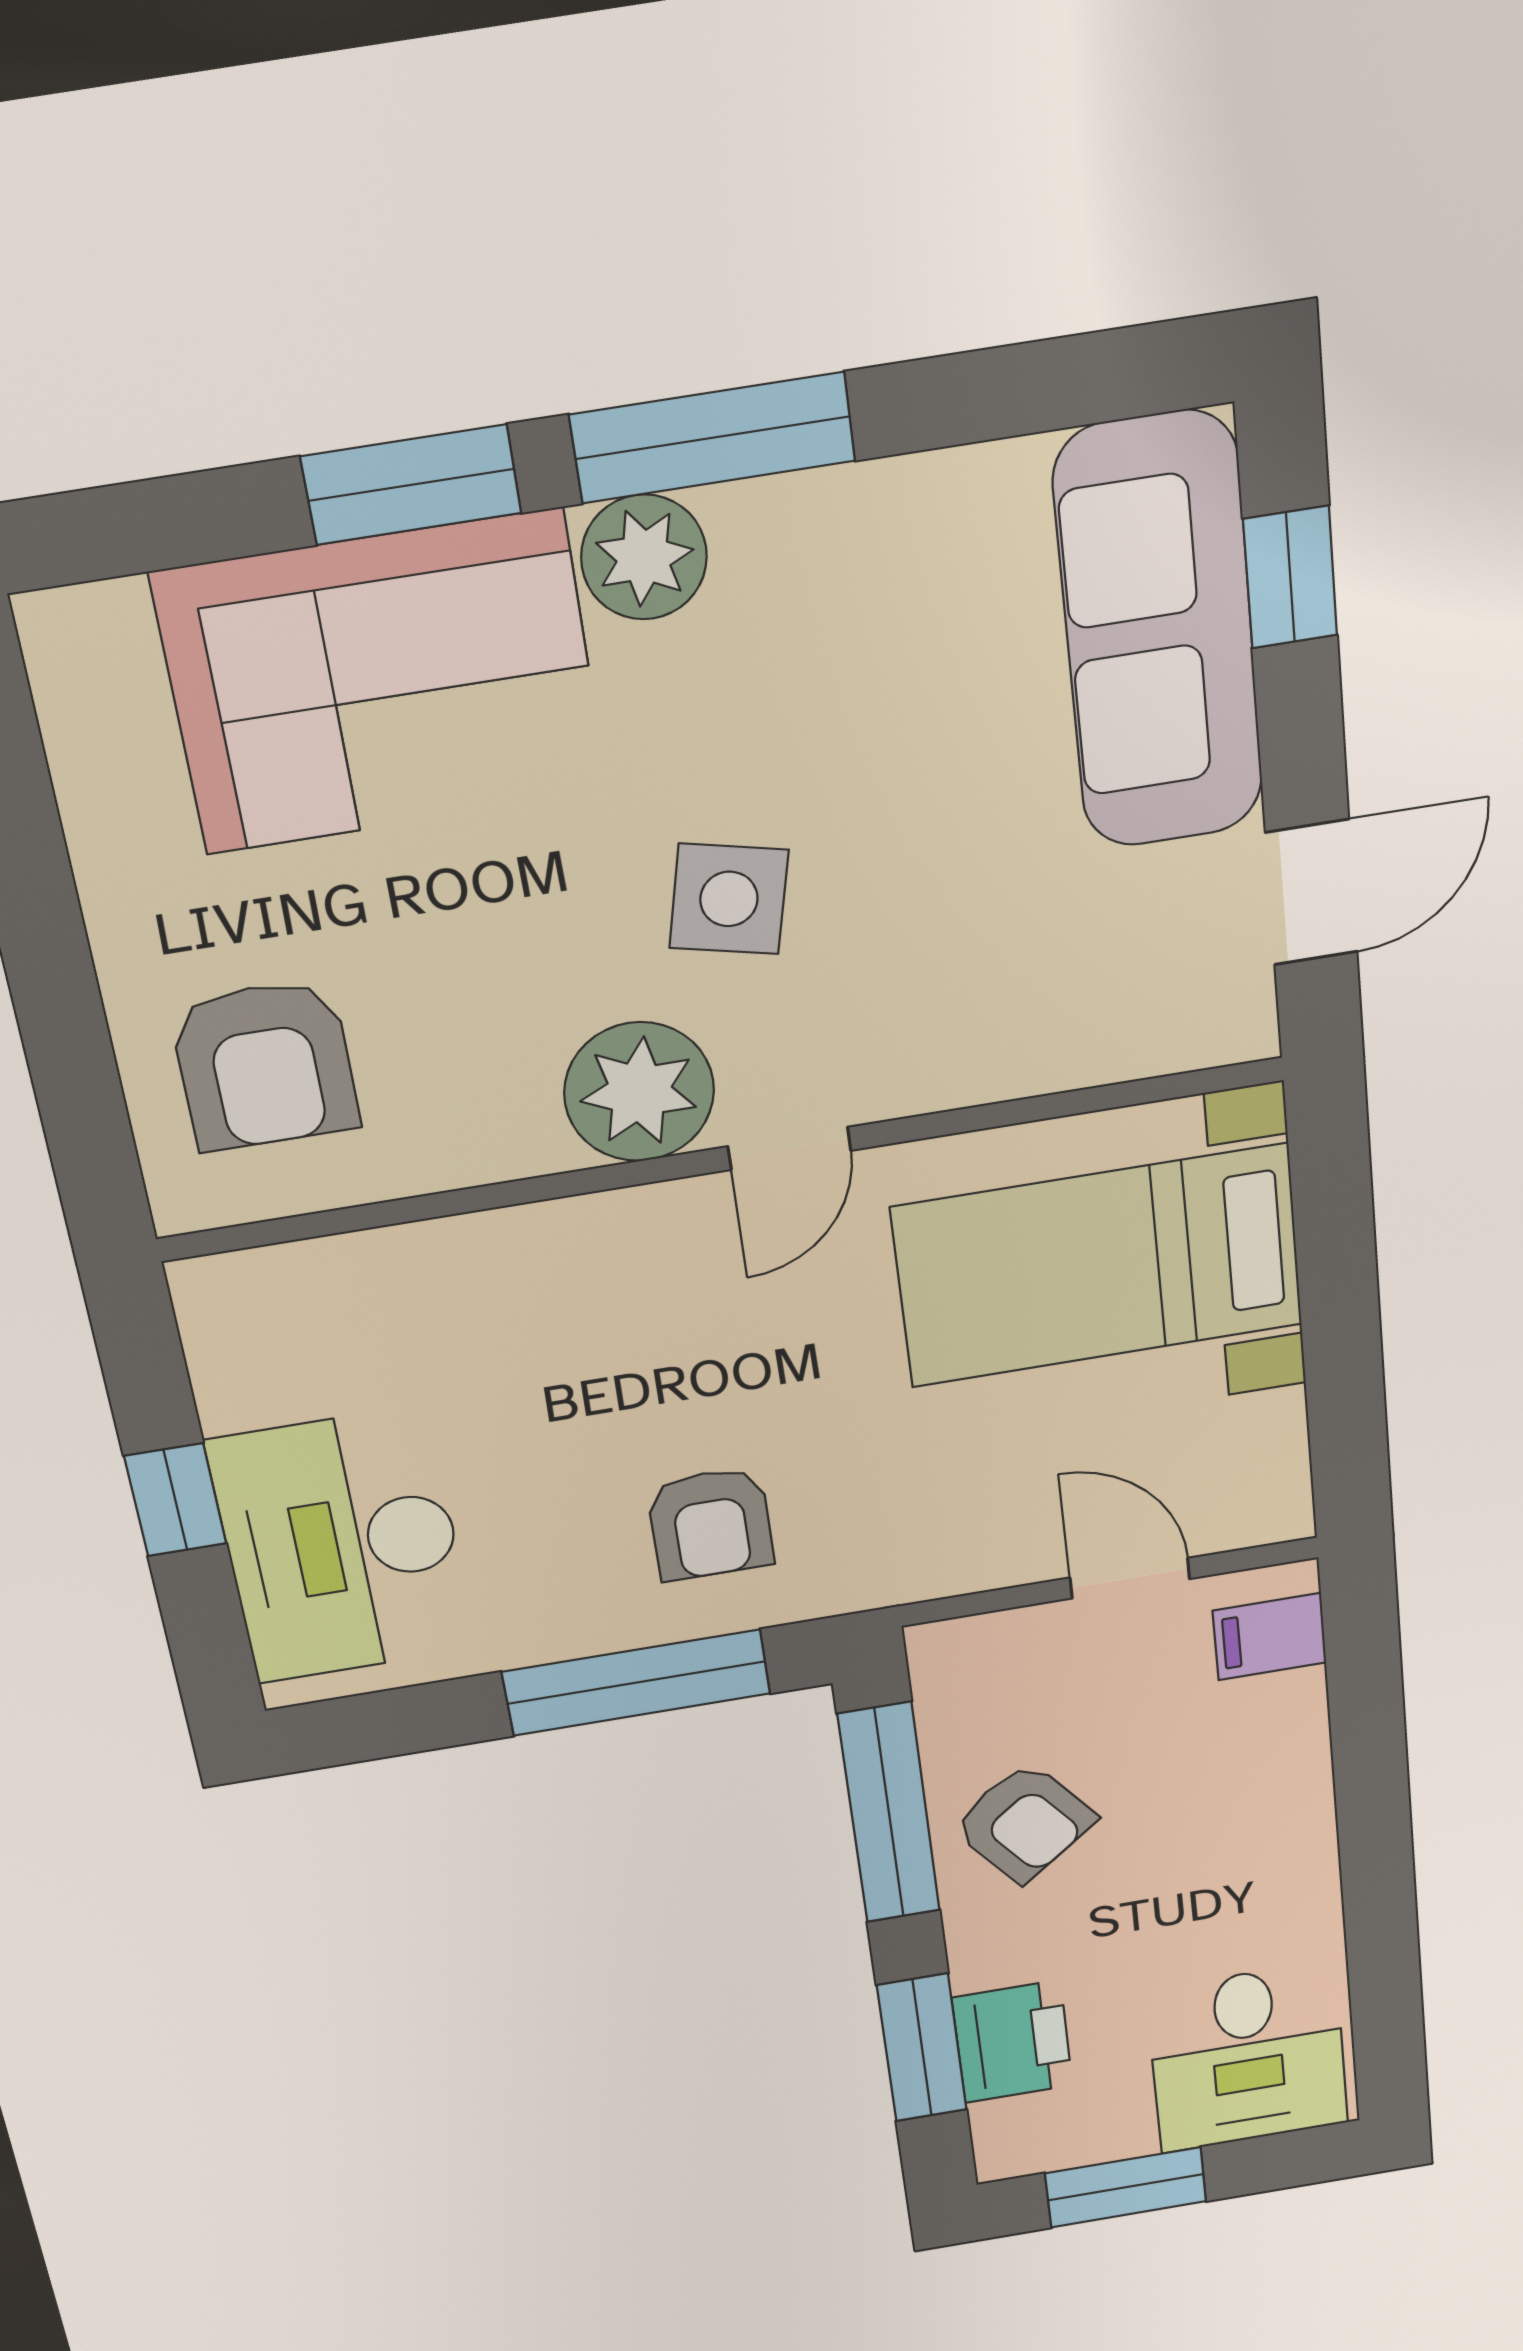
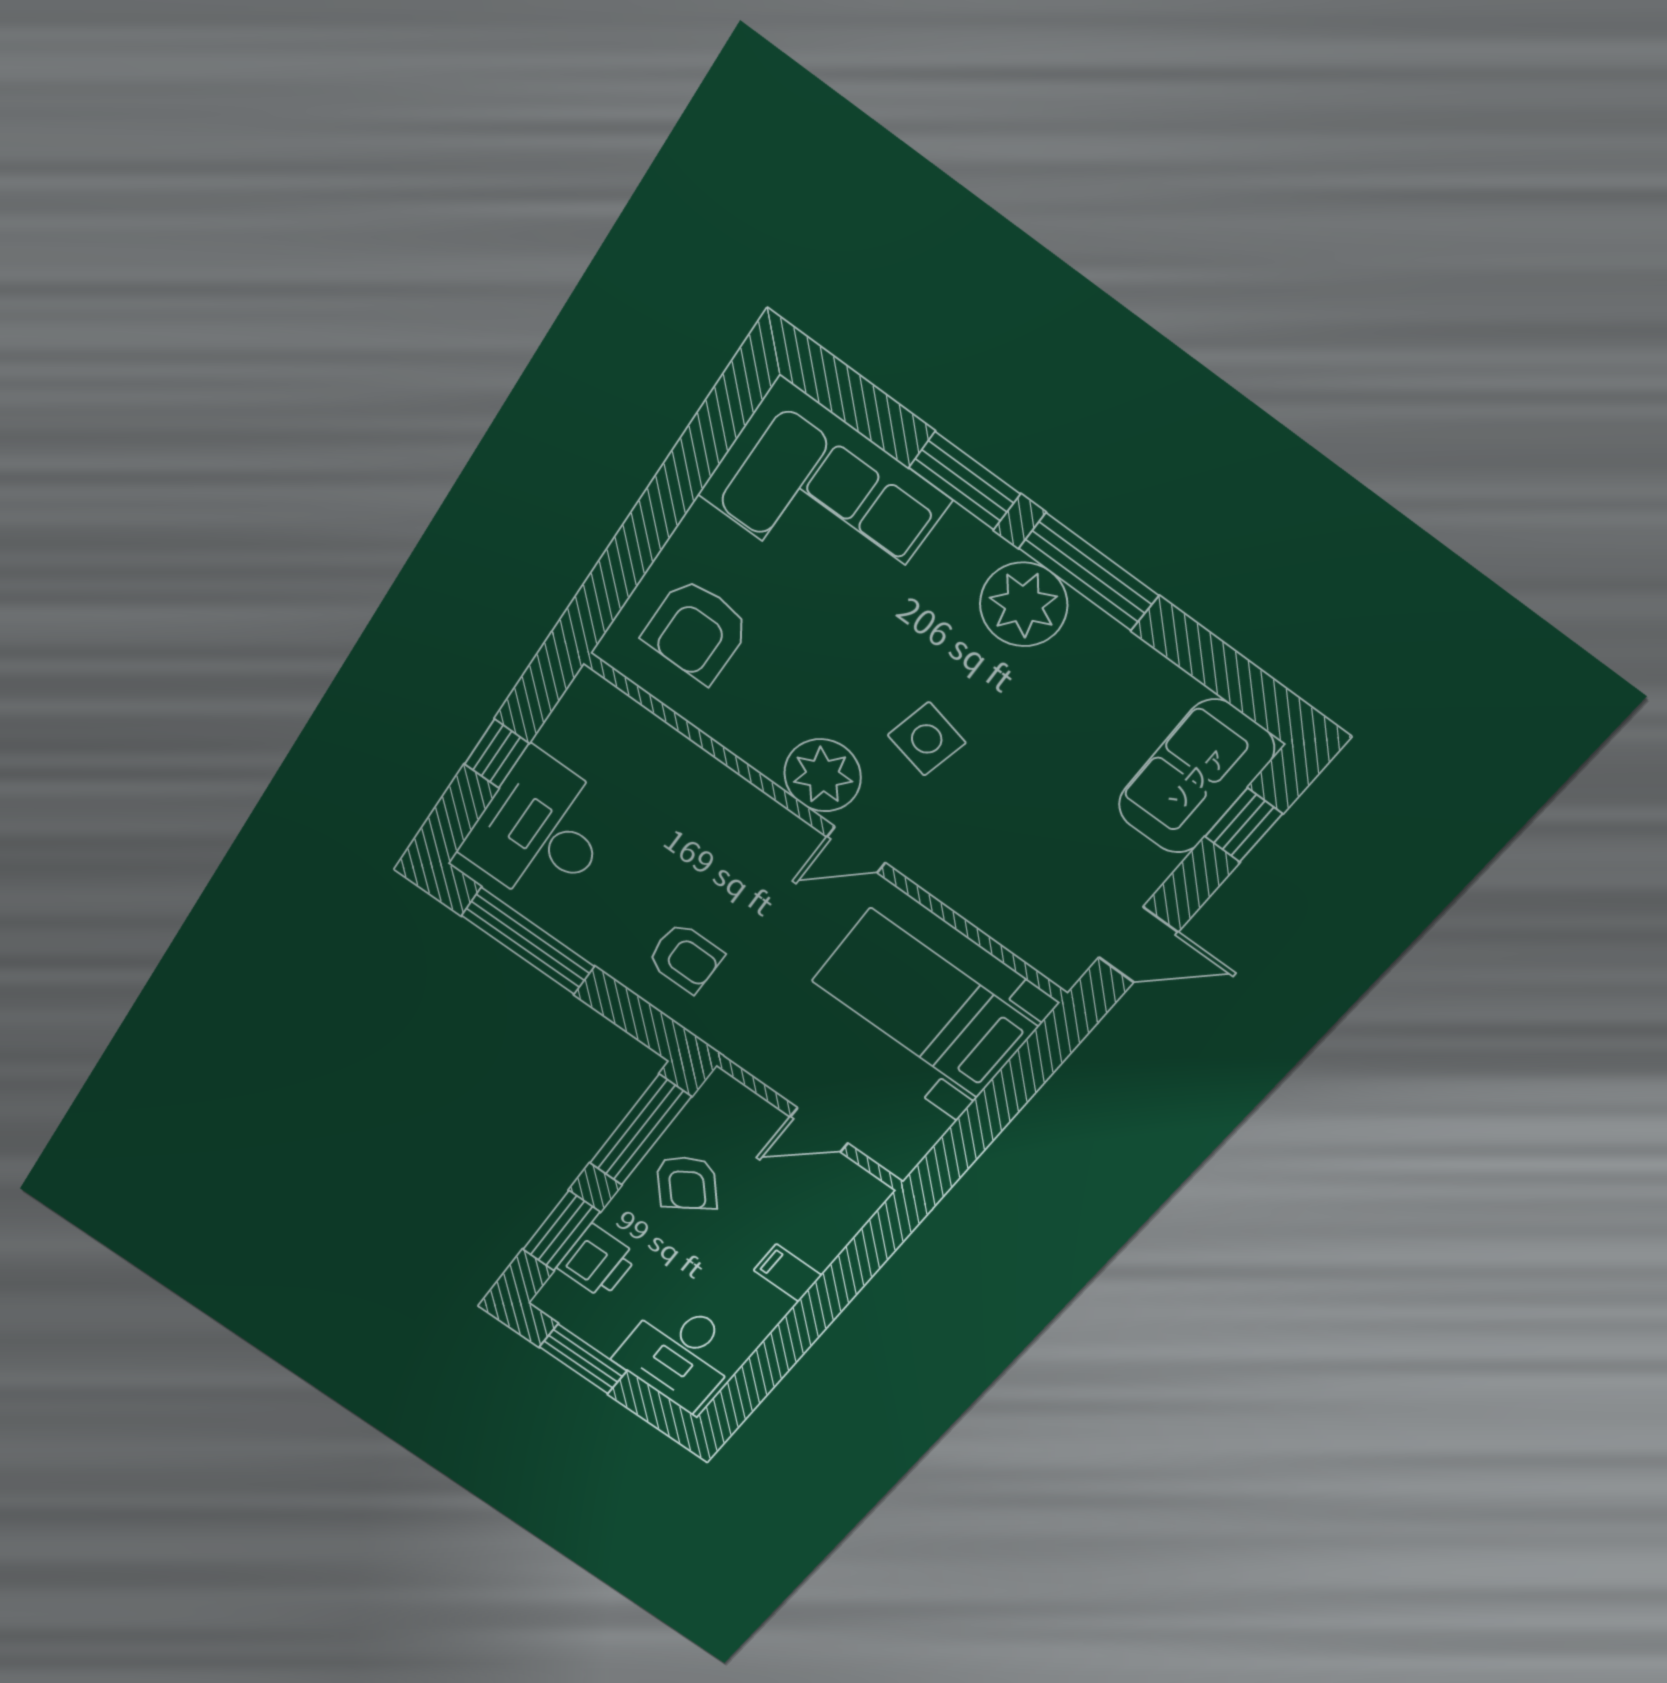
plant: (644, 557) -> (1024, 604), width x1.36, depth x1.36
sofa: (1159, 633) -> (1196, 777), width x0.73
corner sofa: (382, 683) -> (824, 497), moved
armchair: (710, 1524) -> (685, 958), turned -90
door: (1130, 1578) -> (819, 1130), swing flipped
filing cabinet: (1270, 1637) -> (788, 1273), moved
window: (636, 1683) -> (528, 941), moved

